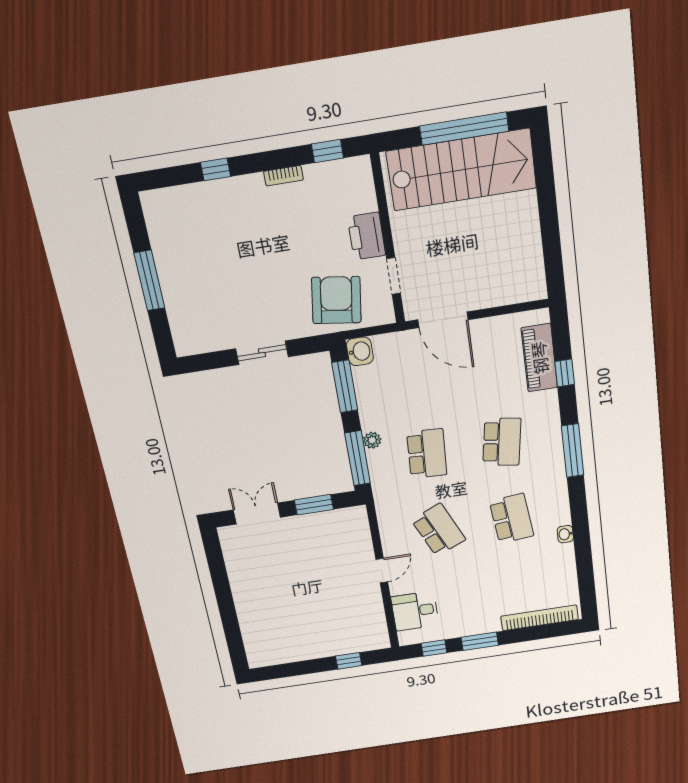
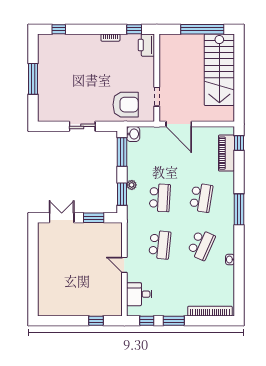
window: (215, 169) -> (59, 29), moved
stairs: (462, 170) -> (219, 70), moved, turned 90
printer: (367, 236) -> (146, 45), moved
armchair: (336, 300) -> (126, 105), turned 82
window: (565, 373) -> (239, 143), moved
window: (358, 458) -> (122, 194), width x0.69
school desk: (512, 519) -> (201, 245), turned 30
school desk: (439, 530) -> (160, 245), turned 30
door: (382, 571) -> (124, 265), swing flipped

